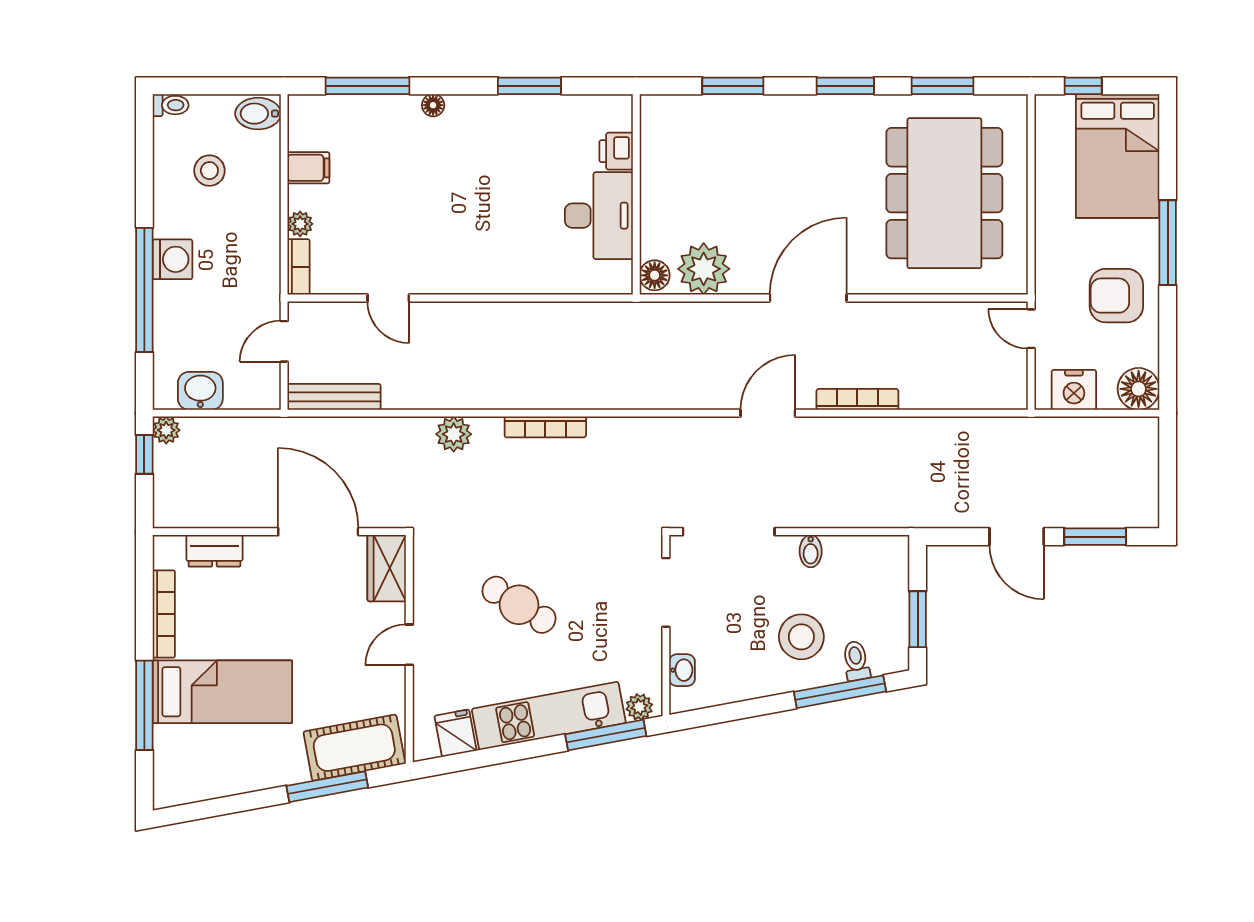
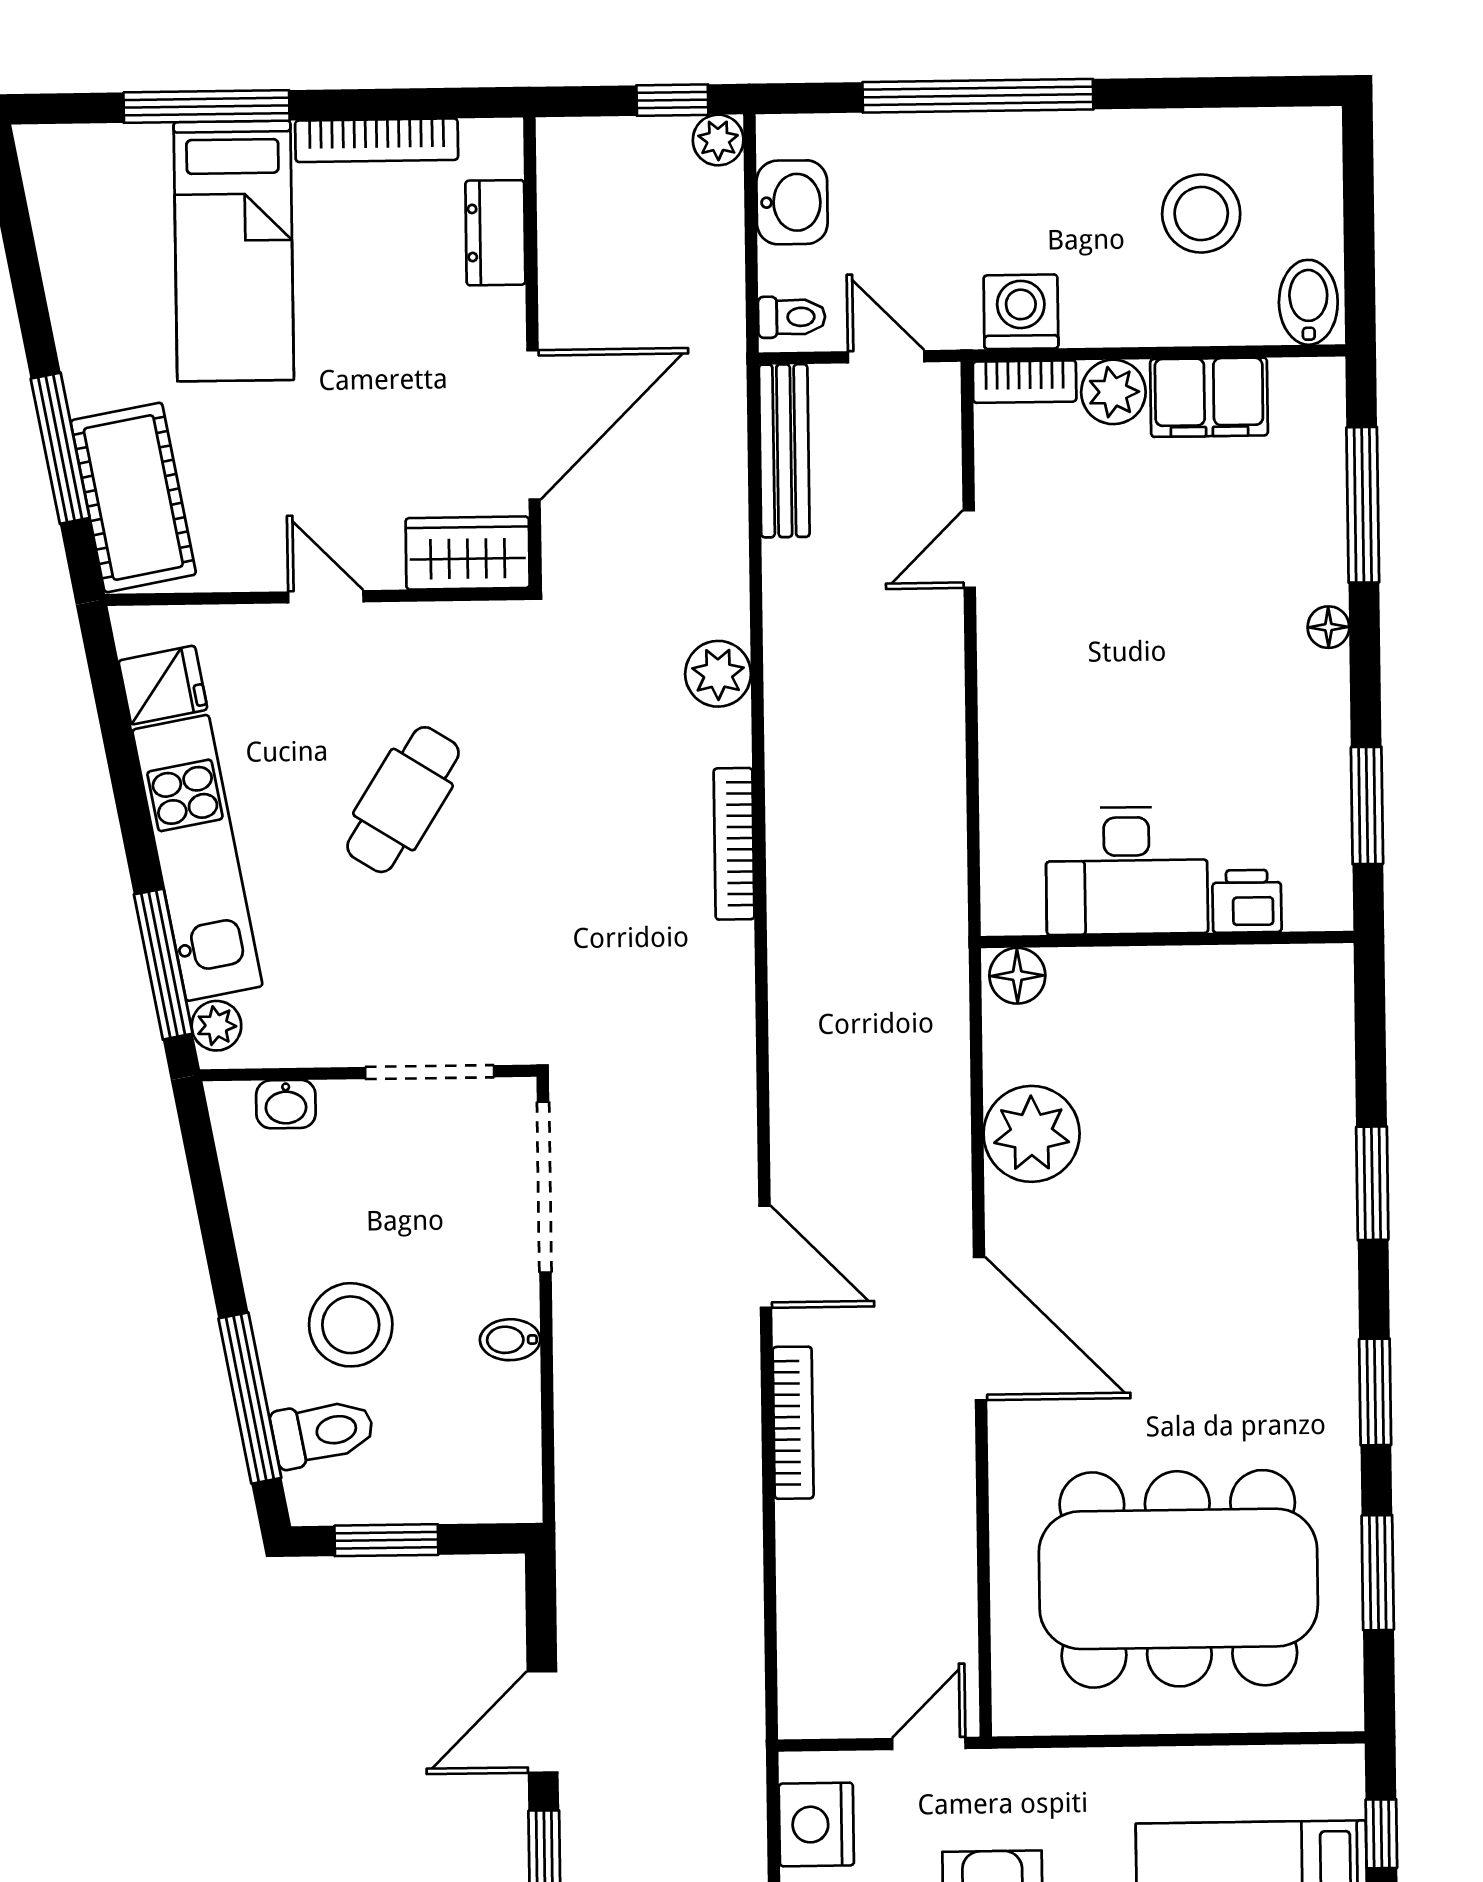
toilet: (171, 105) -> (792, 317), moved, turned -90
printer: (616, 151) -> (1247, 901), moved
filing cabinet: (308, 168) -> (1209, 397), width x2.00
stool: (209, 171) -> (1201, 213), width x1.38, depth x1.38
wall: (636, 194) -> (1167, 940), moved
desk: (599, 216) -> (1127, 871), moved
plant: (300, 224) -> (1113, 392), width x1.38, depth x1.38
washing machine: (172, 259) -> (1021, 312), moved, turned 180
floor lamp: (655, 275) -> (1017, 976), moved
toilet: (856, 661) -> (323, 1432), width x1.37, depth x1.39

